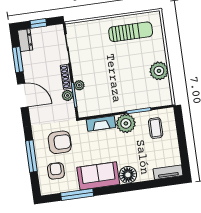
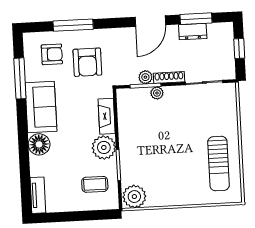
dresser: (25, 40) -> (193, 32), moved
plant: (159, 71) -> (134, 197), moved

